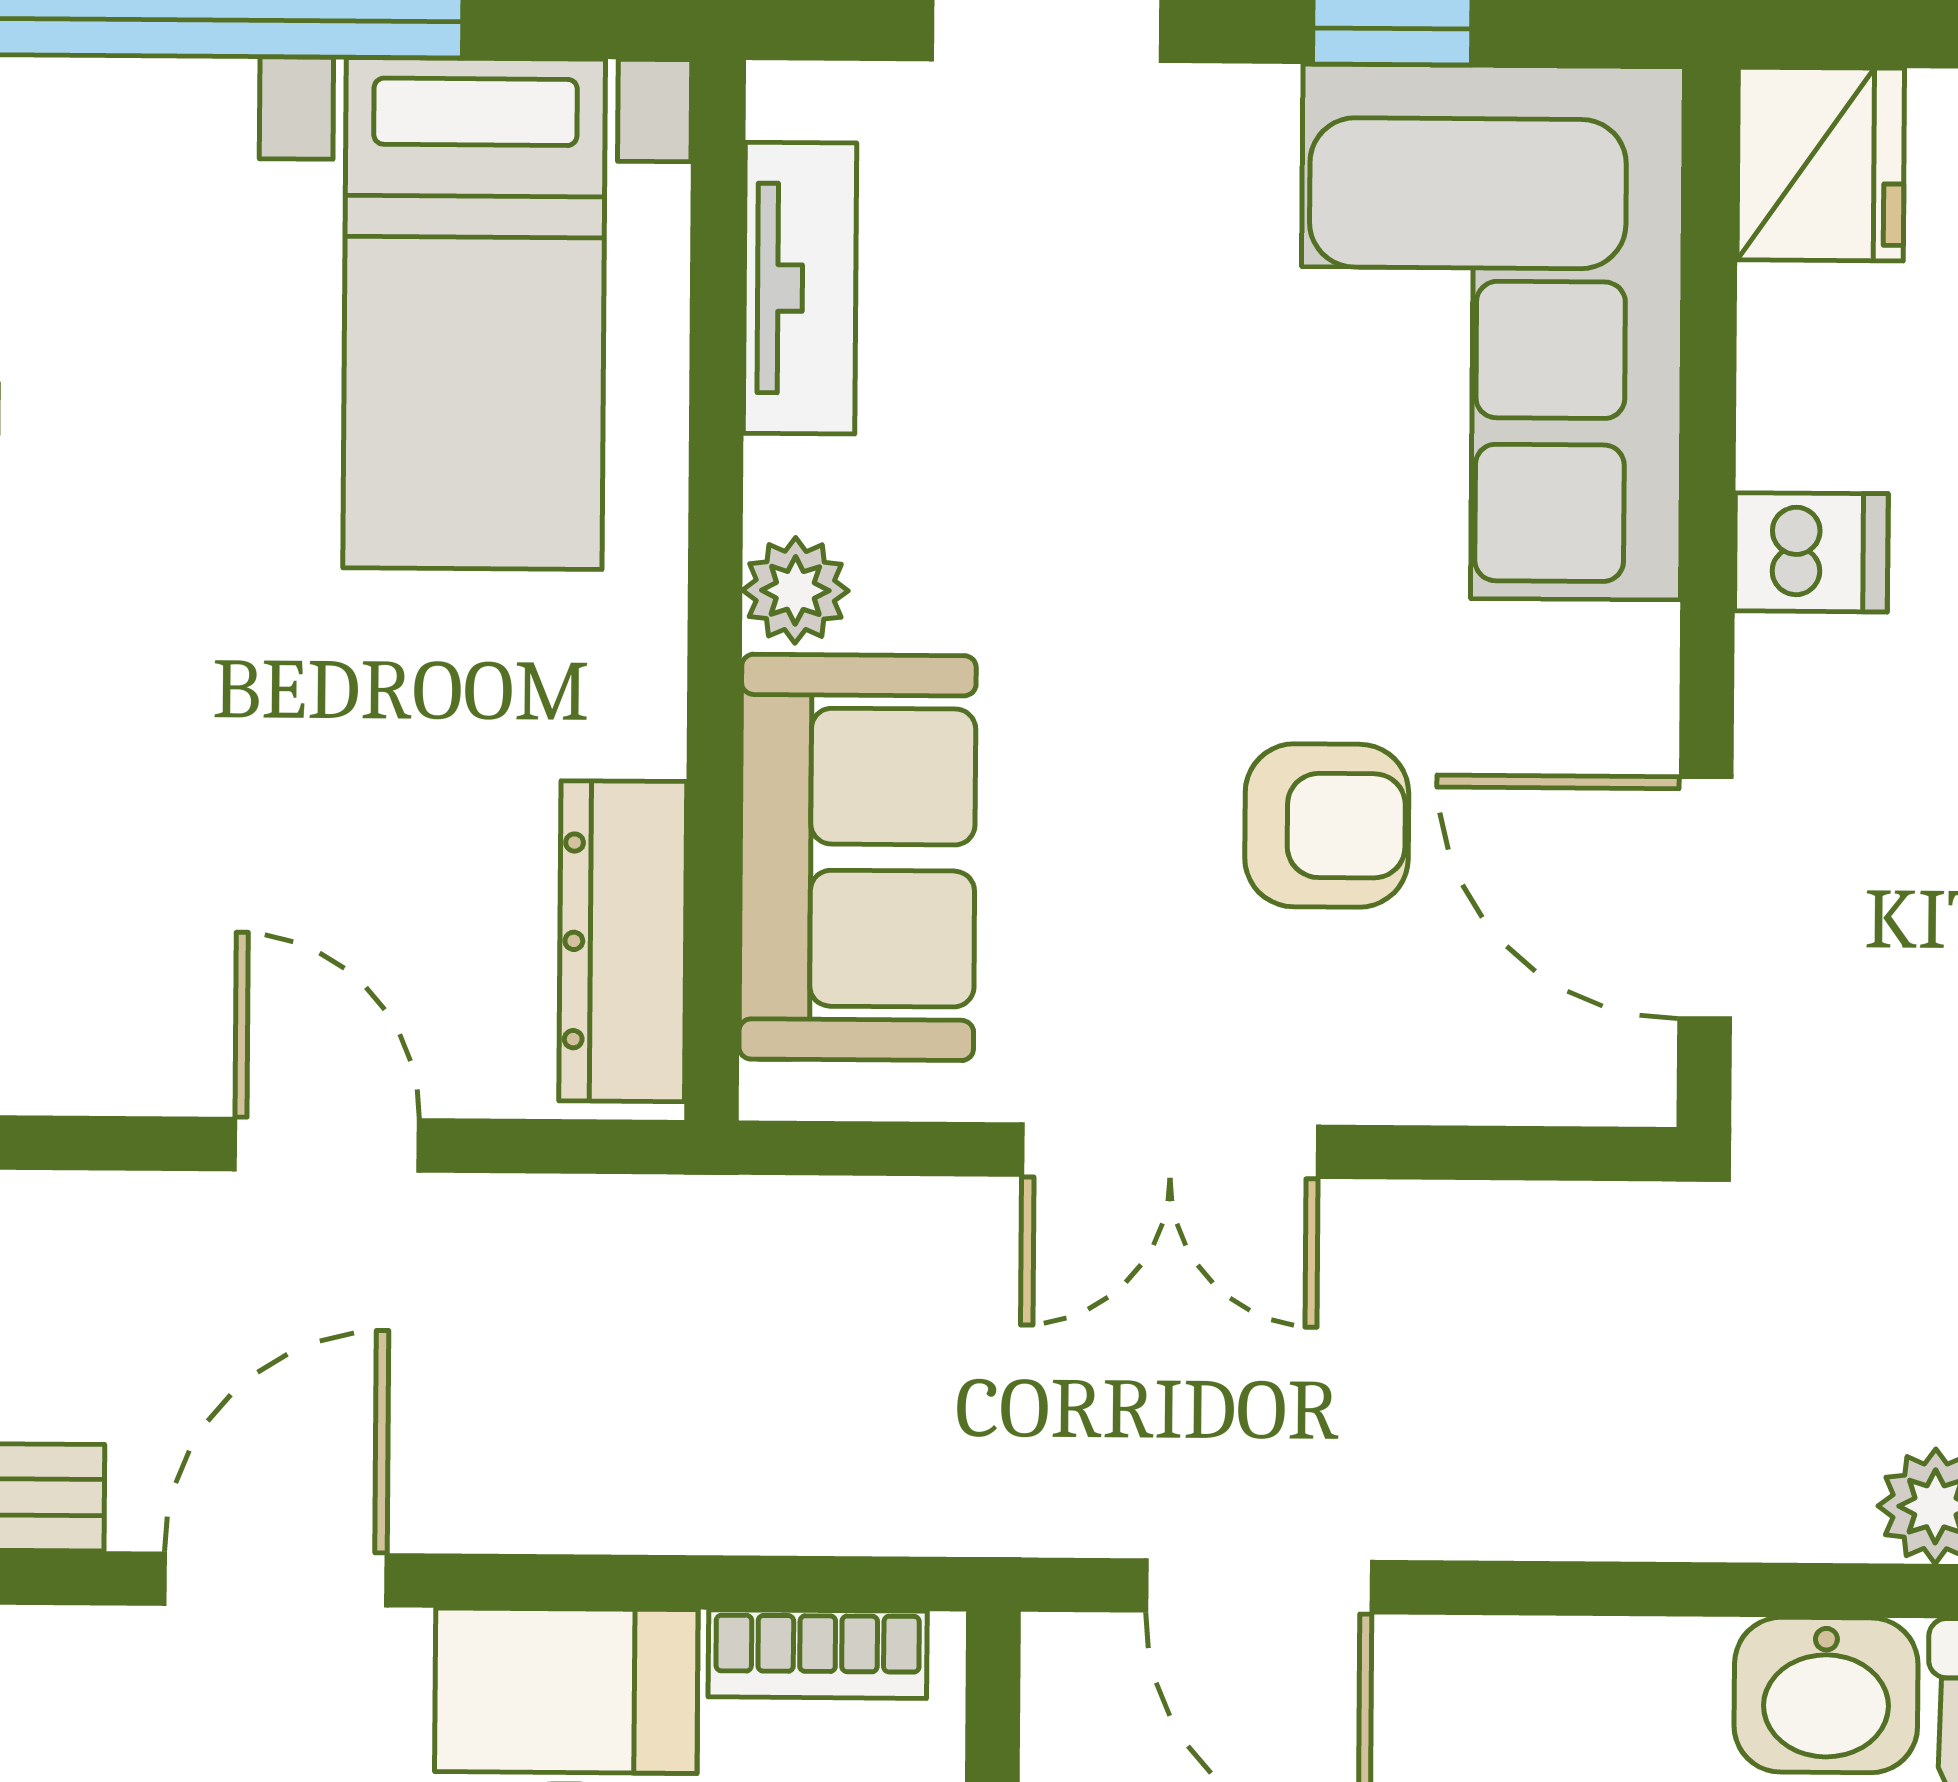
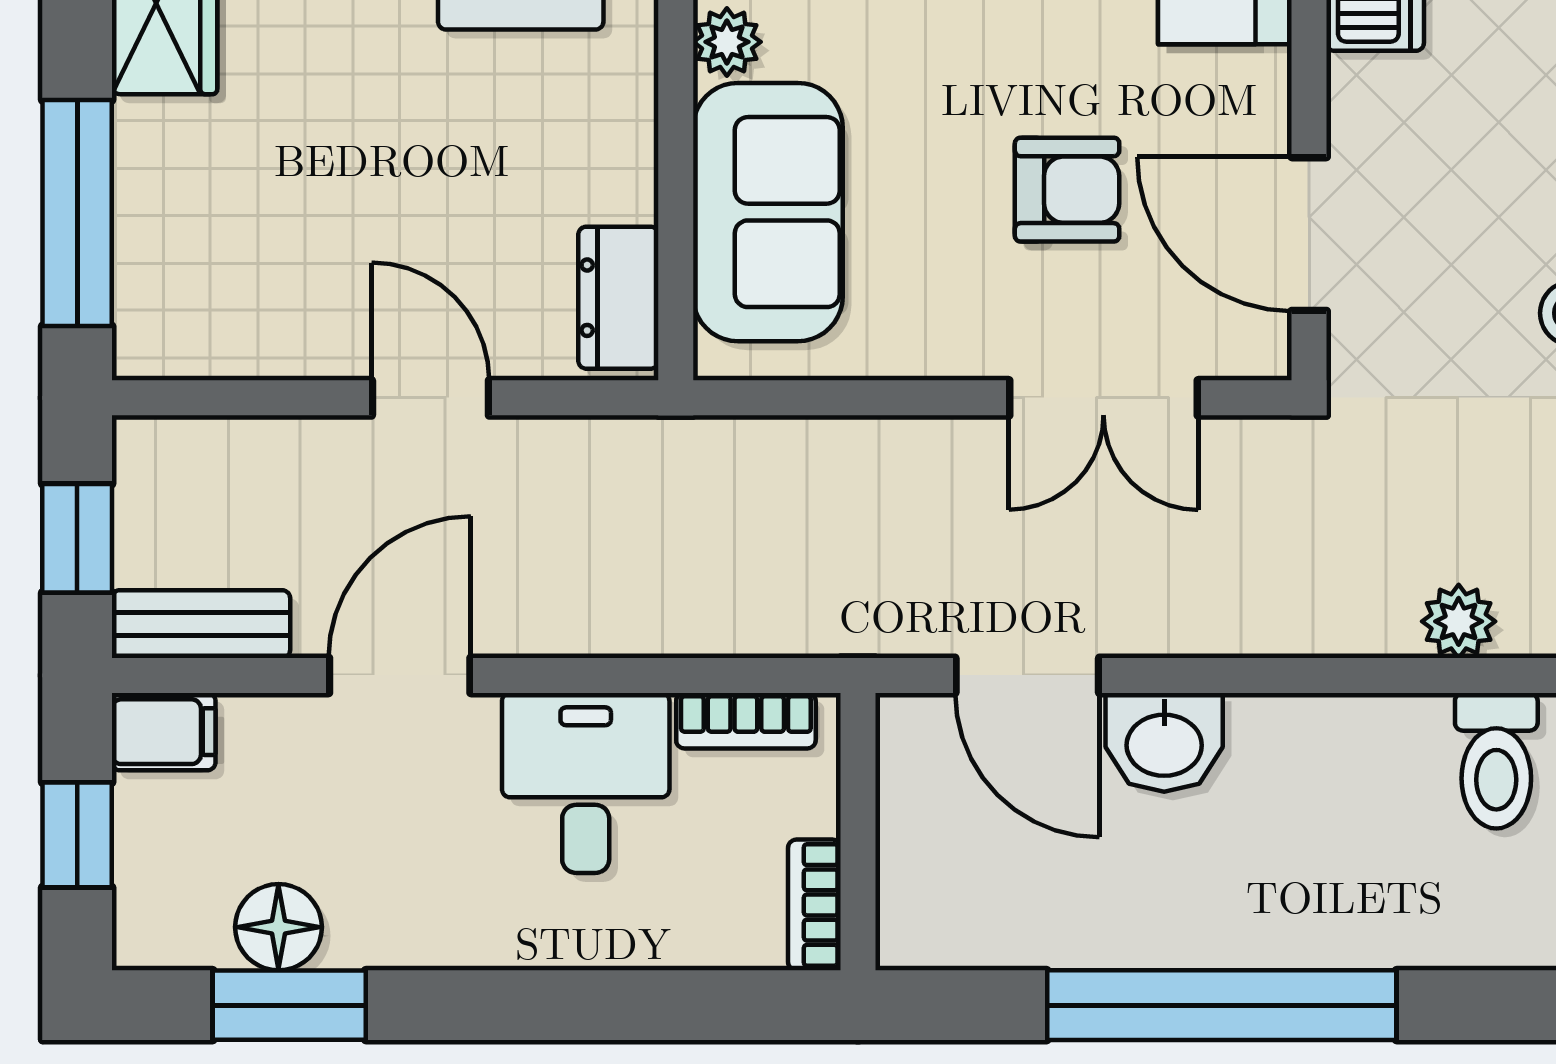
dresser: (623, 941) -> (618, 298), width x0.70
double door: (1170, 1151) -> (1103, 398), moved
washbasin: (1826, 1695) -> (1164, 742), moved

